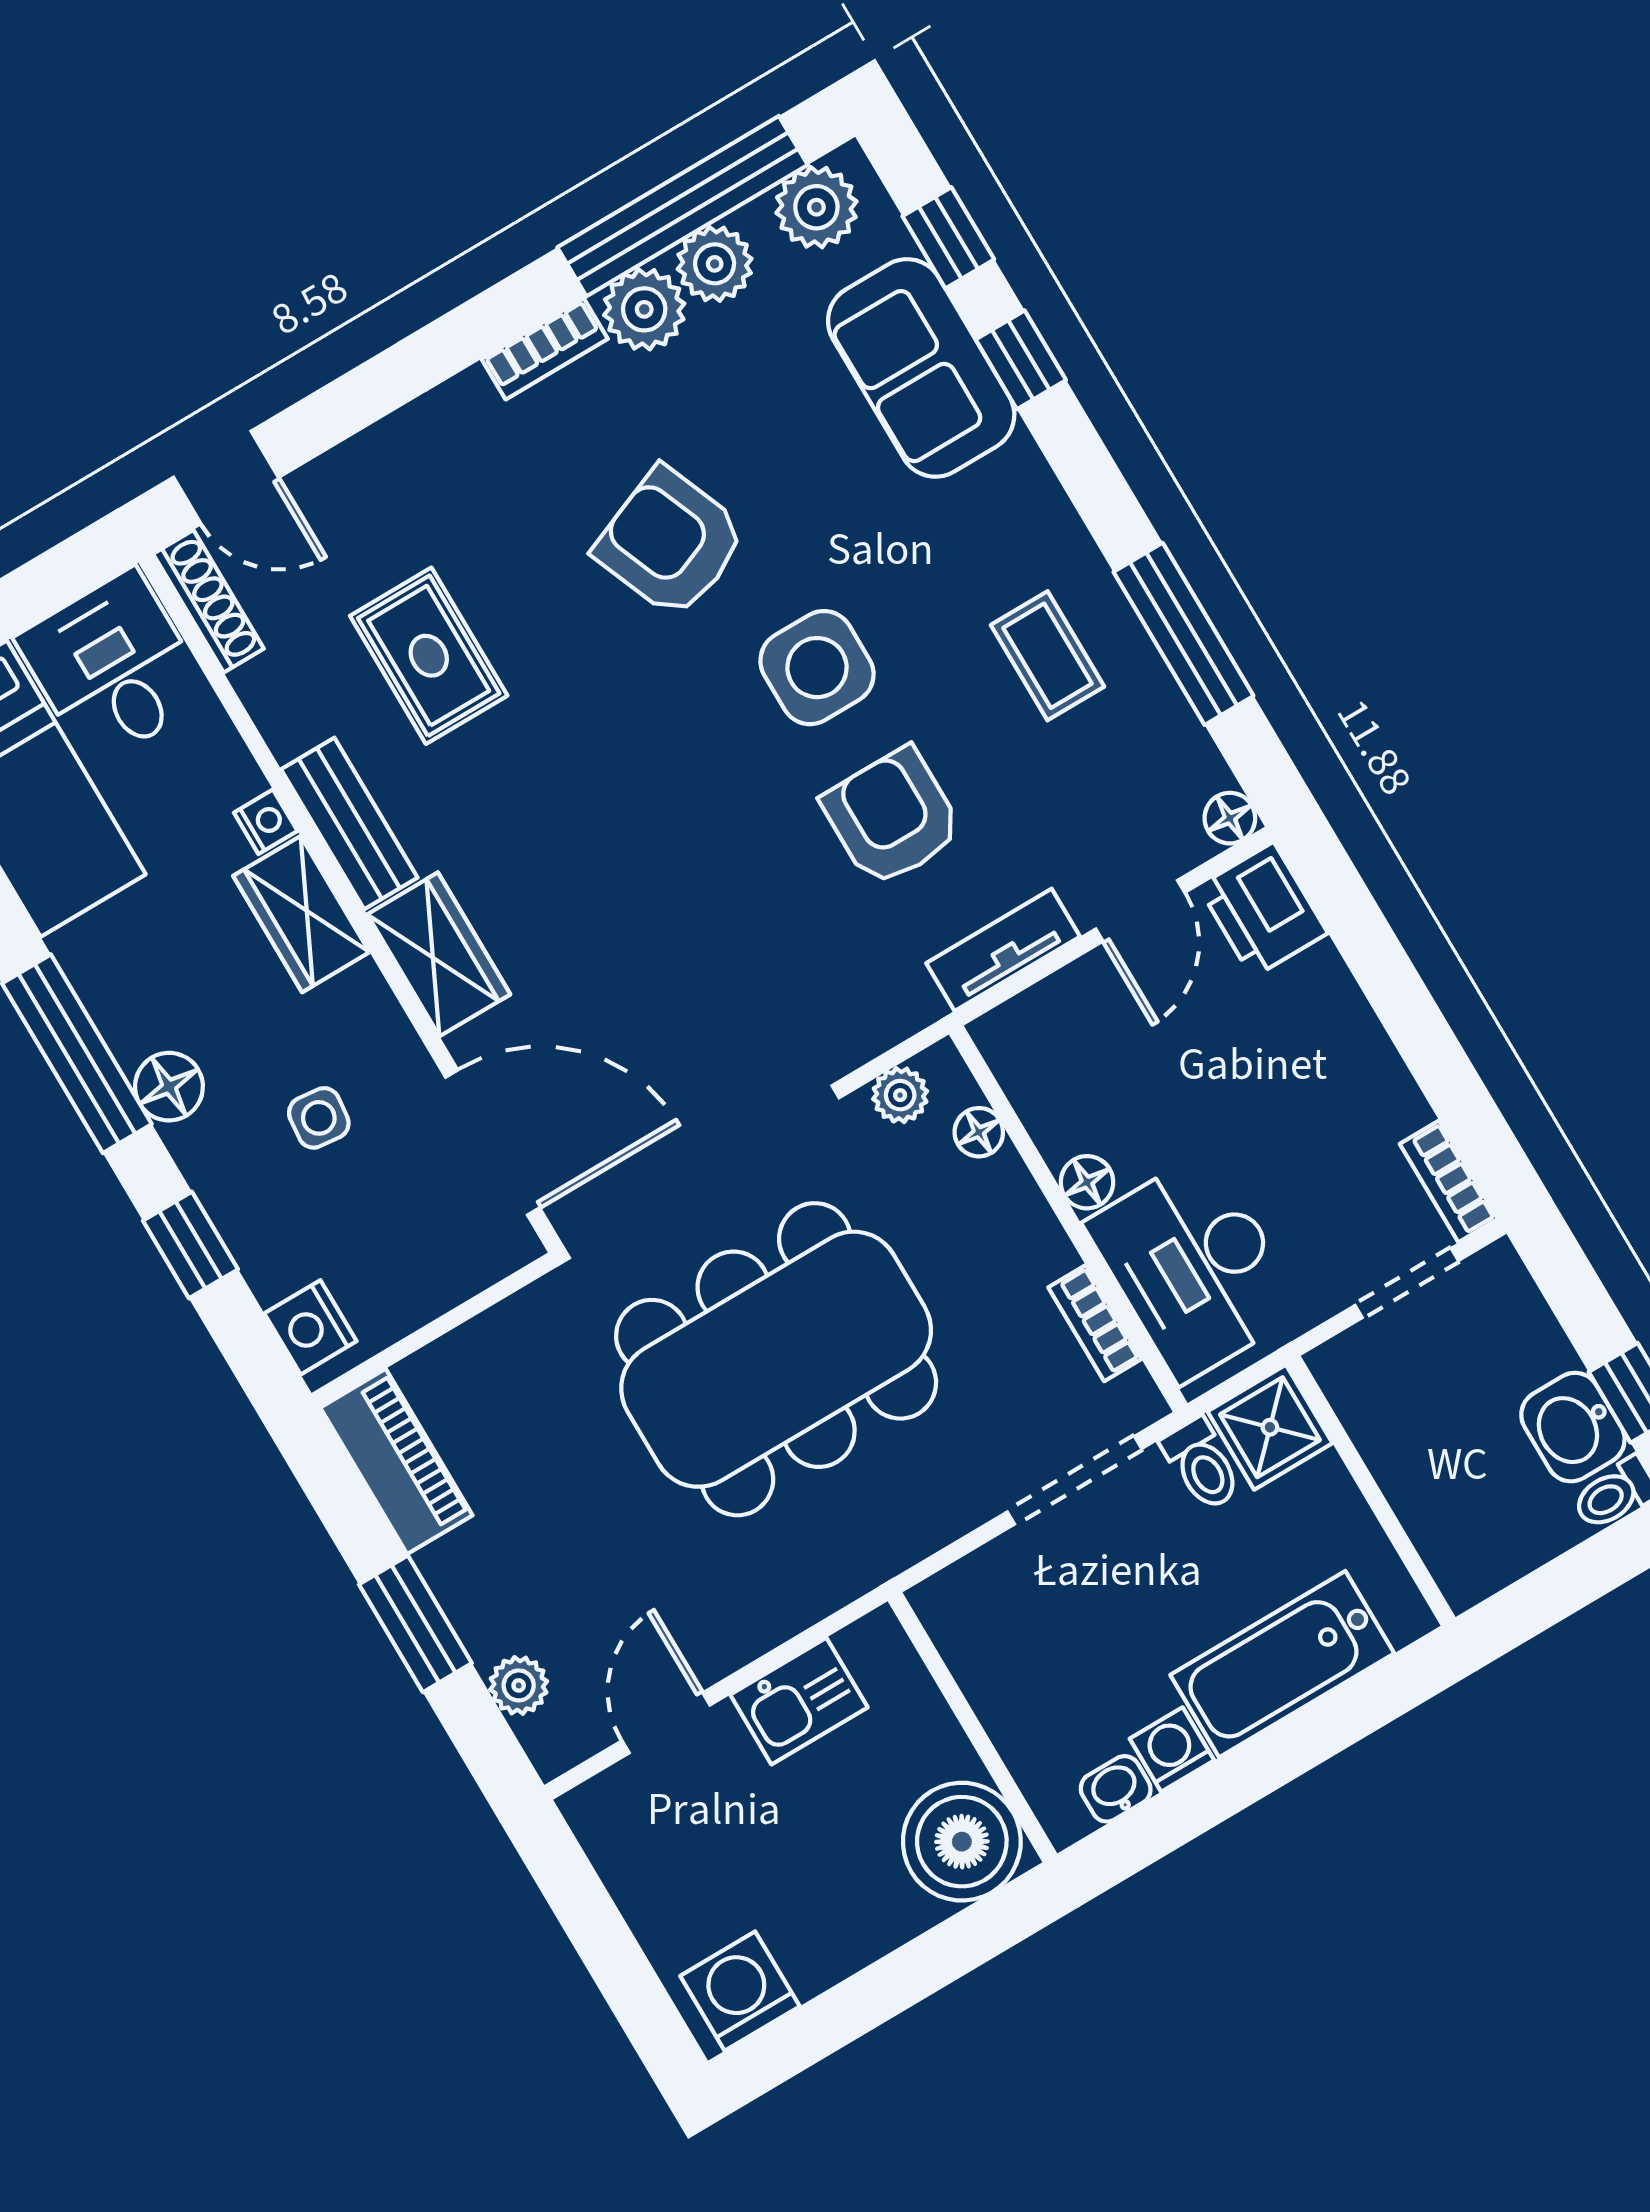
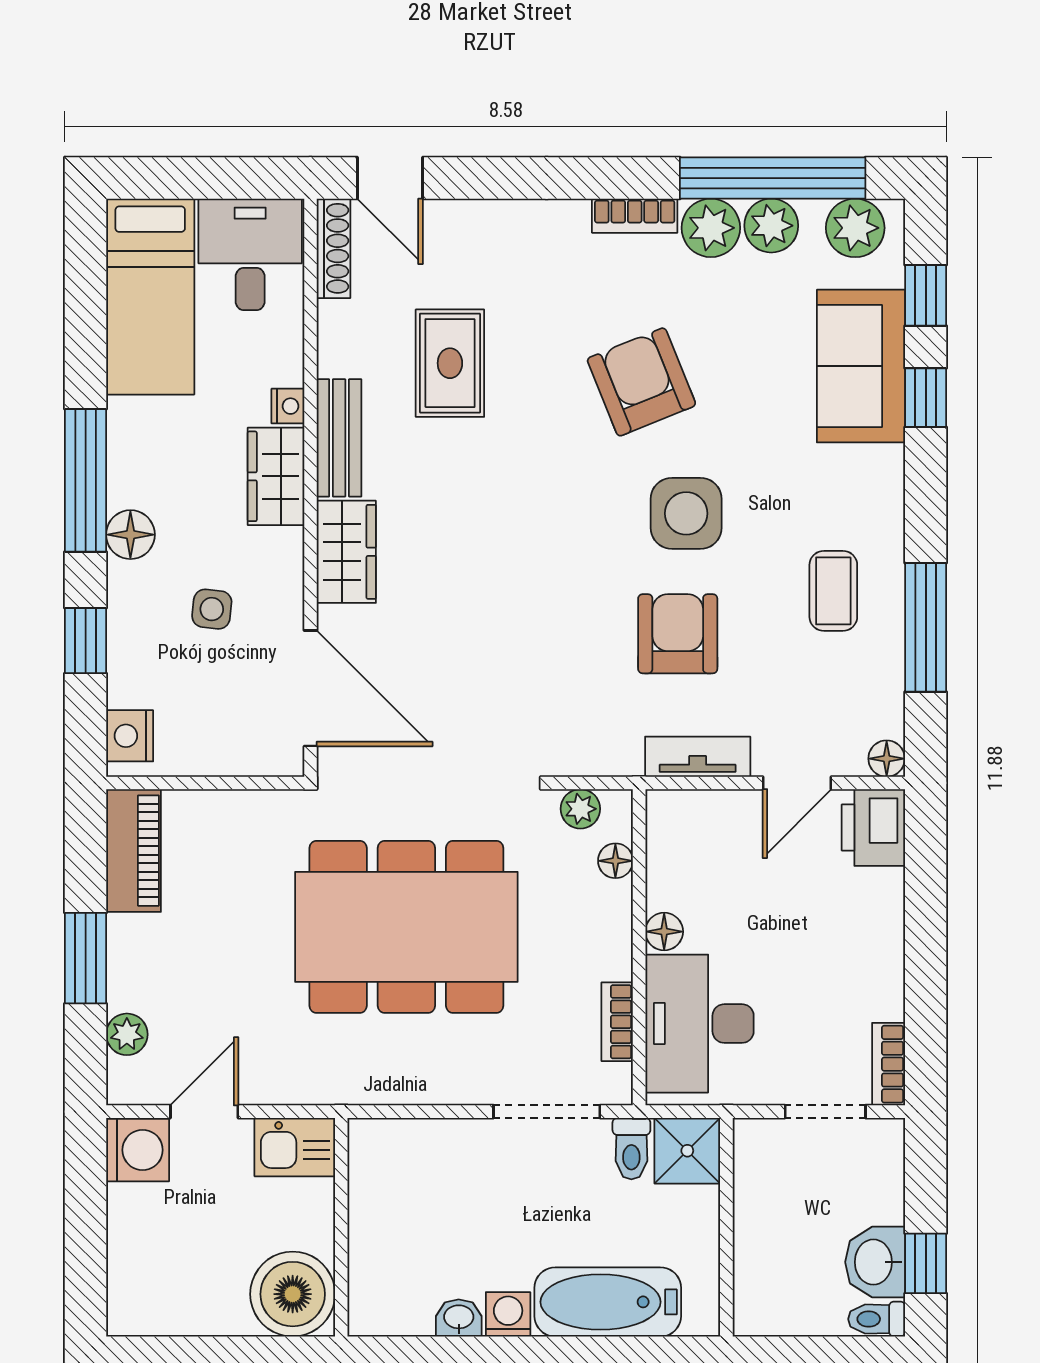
wall: (972, 1727) -> (341, 1227), moved
boiler: (962, 1842) -> (293, 1294), moved
washing machine: (740, 1991) -> (138, 1150), moved, turned 90

